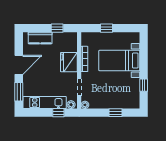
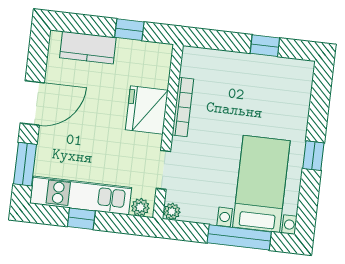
window: (106, 28) -> (265, 46), moved
bed with nightstands: (119, 61) -> (261, 184), moved, turned 90
window: (144, 85) -> (313, 156), moved
window: (58, 113) -> (81, 219), moved
window: (116, 113) -> (239, 237), width x2.17

